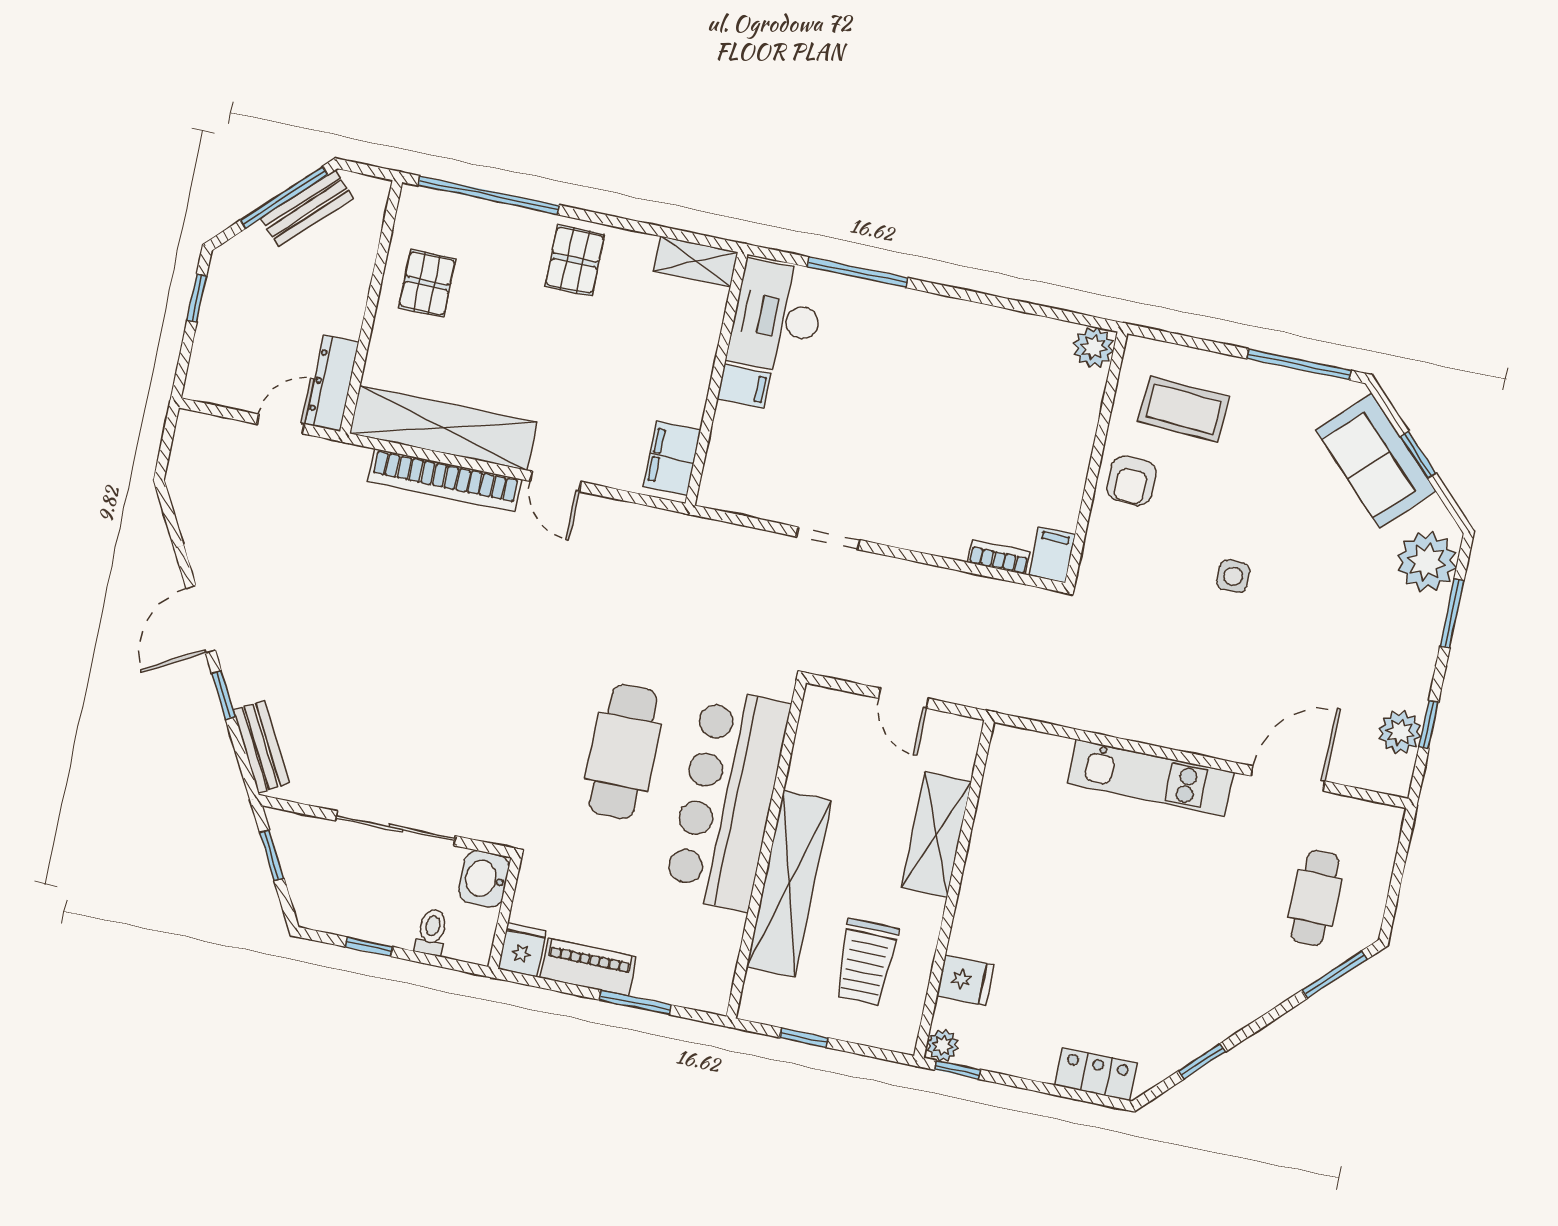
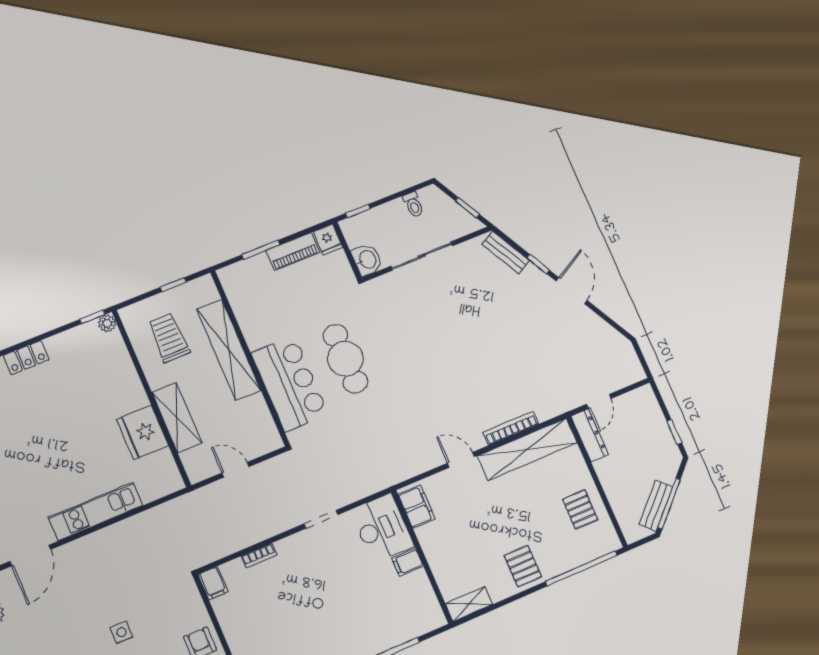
desk: (777, 317) -> (382, 528), moved
bookcase: (445, 480) -> (511, 428), width x0.68, depth x0.76
bookcase: (999, 557) -> (259, 556), moved
bar counter: (727, 799) -> (290, 384), width x0.73
toilet: (432, 932) -> (413, 205), moved
window: (369, 947) -> (358, 211), moved
fridge: (965, 980) -> (143, 433), moved, width x1.88, depth x1.34

